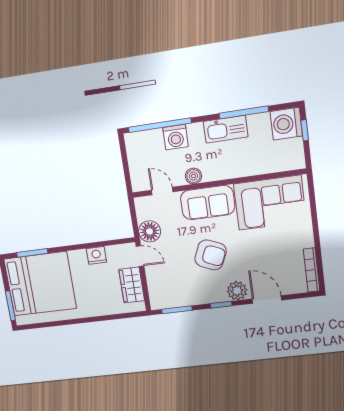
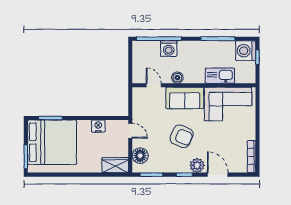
kitchen sink: (226, 129) -> (220, 76), moved, turned 180
floor lamp: (150, 231) -> (140, 156), moved
wardrobe: (132, 285) -> (115, 165), moved, turned 90

